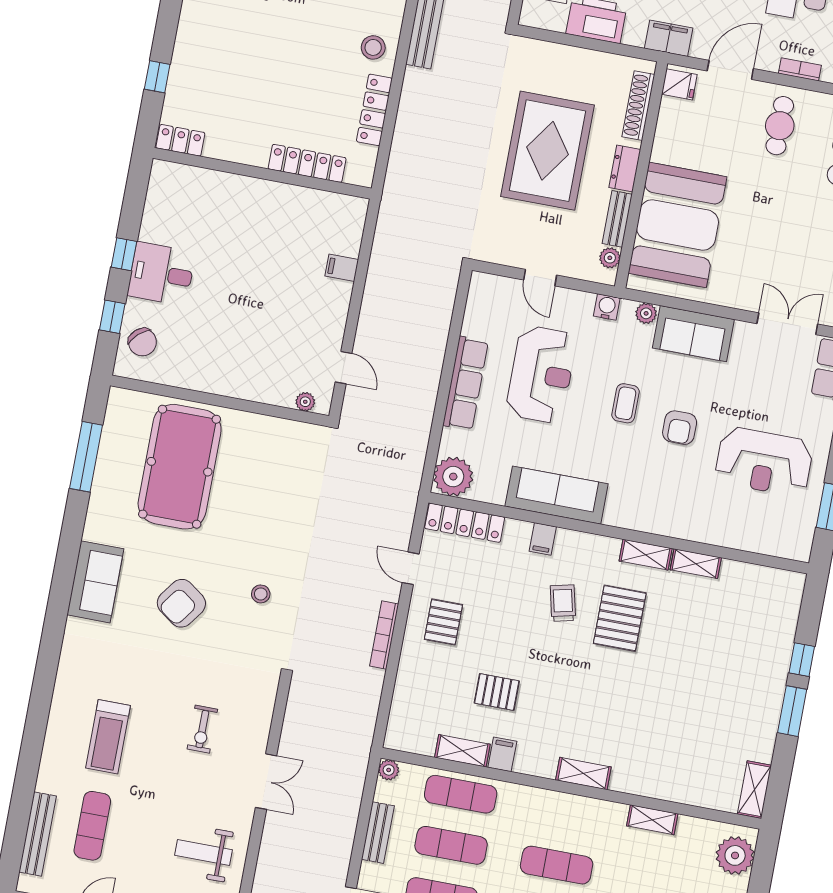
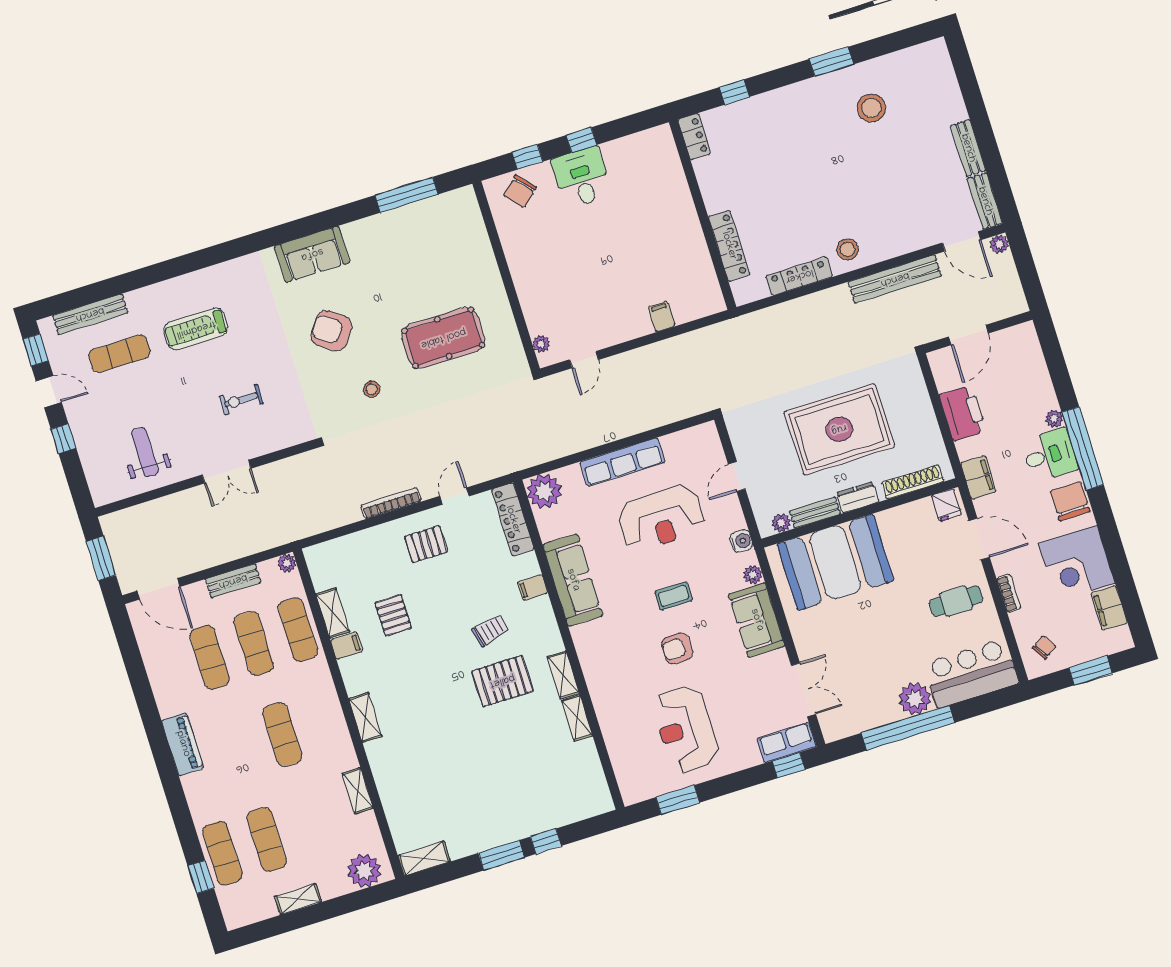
pool table: (180, 467) -> (443, 338), moved, width x0.73, depth x0.76

